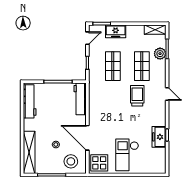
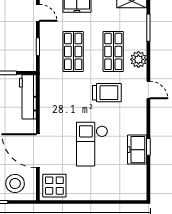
door: (87, 38) -> (38, 13), hinge flipped
plant: (160, 54) -> (138, 59), moved
trolley: (137, 96) -> (107, 93), turned 90
checkout: (127, 155) -> (92, 144), moved

